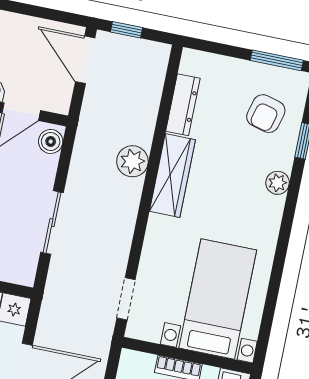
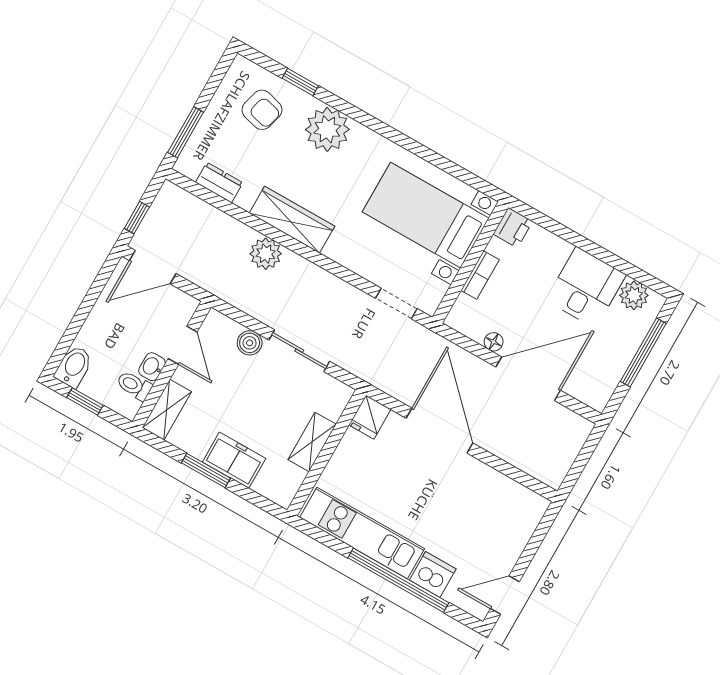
window: (277, 60) -> (186, 132), moved
dresser: (183, 105) -> (219, 183), width x0.70
boiler: (51, 141) -> (250, 343), moved
plant: (278, 183) -> (327, 129), width x1.88, depth x1.88

